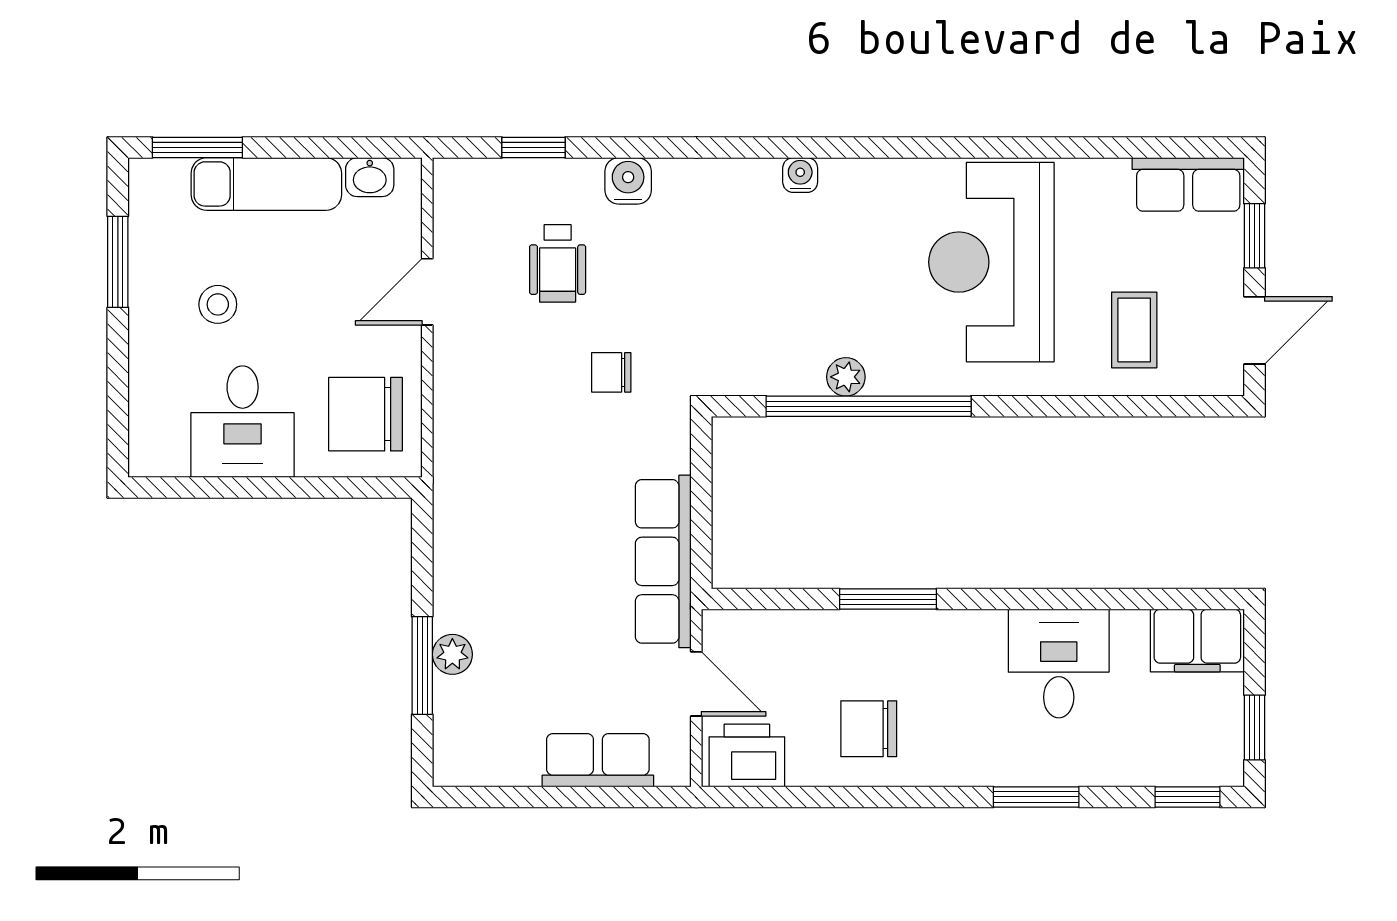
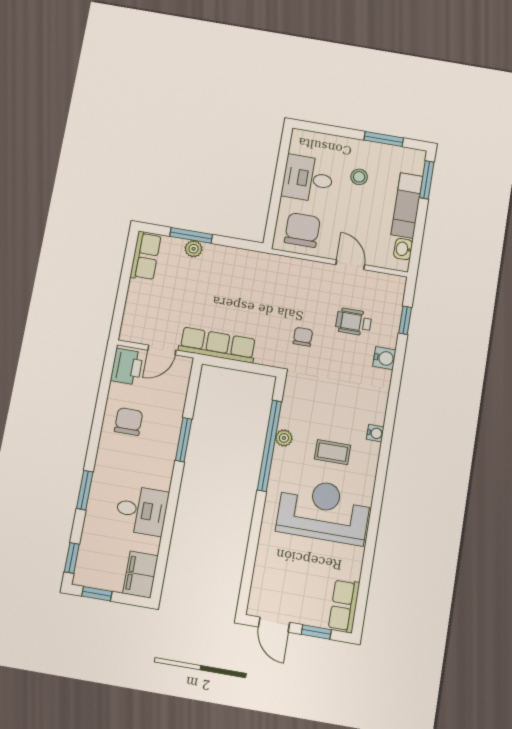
coffee table: (1134, 330) -> (332, 452), moved
row of seats: (598, 760) -> (146, 256), moved

